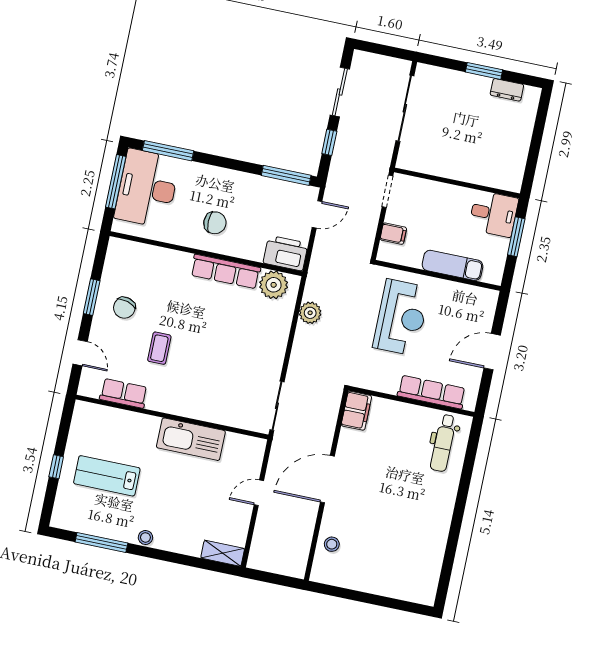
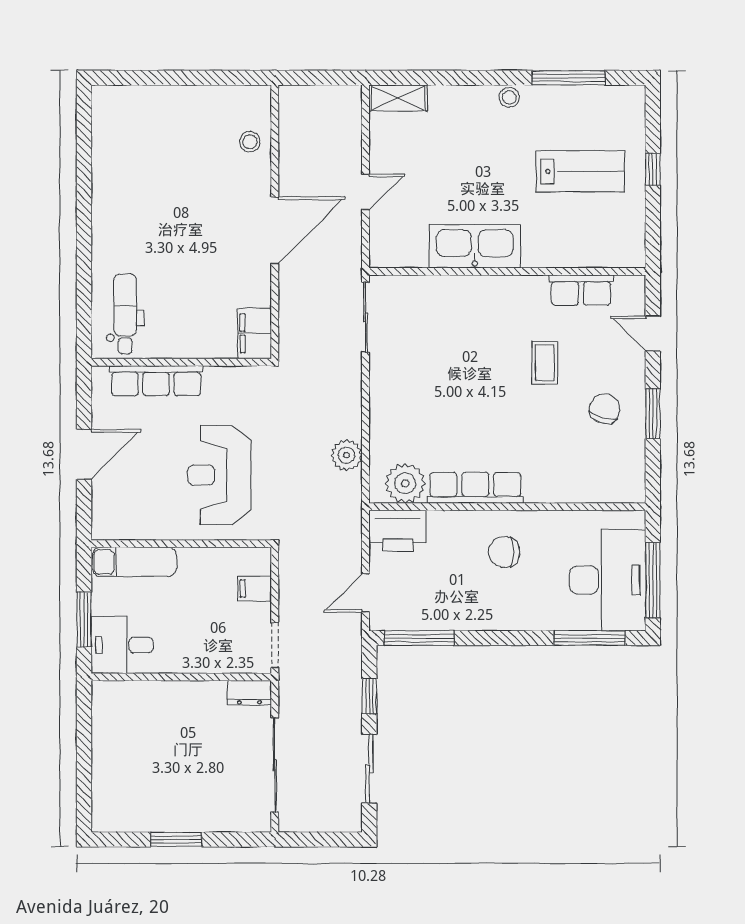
dresser: (507, 90) -> (249, 693), moved, turned 180
exam couch: (452, 265) -> (134, 562), moved

